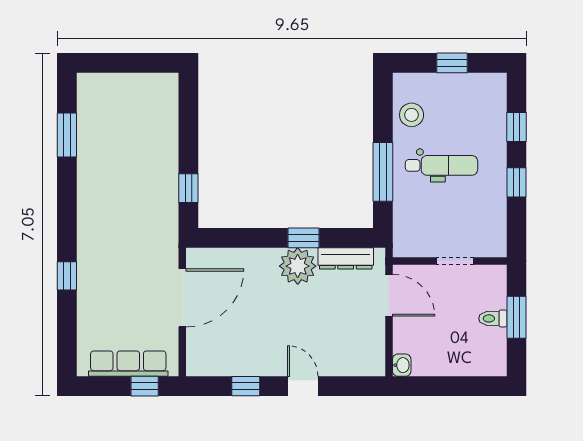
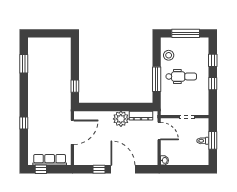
window: (452, 63) -> (186, 33), width x2.17
window: (304, 238) -> (123, 107), removed
window: (145, 386) -> (41, 169), moved
door: (303, 386) -> (123, 169), width x1.88

